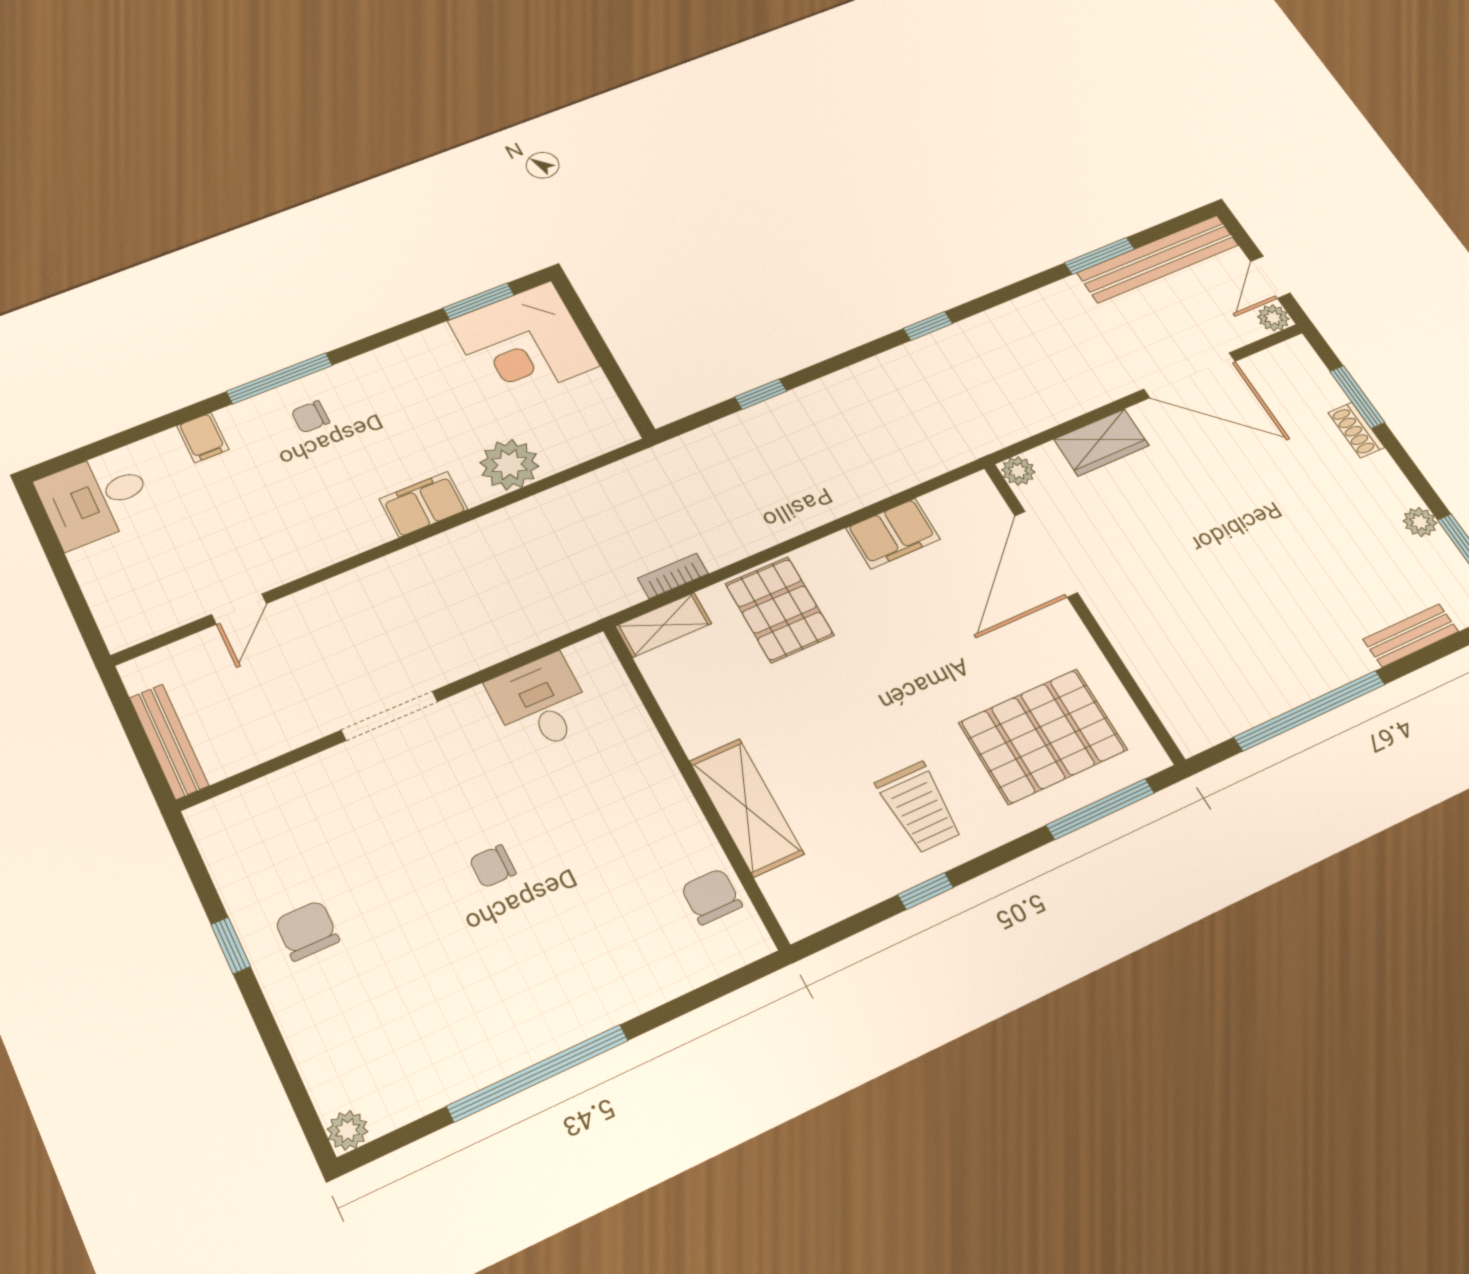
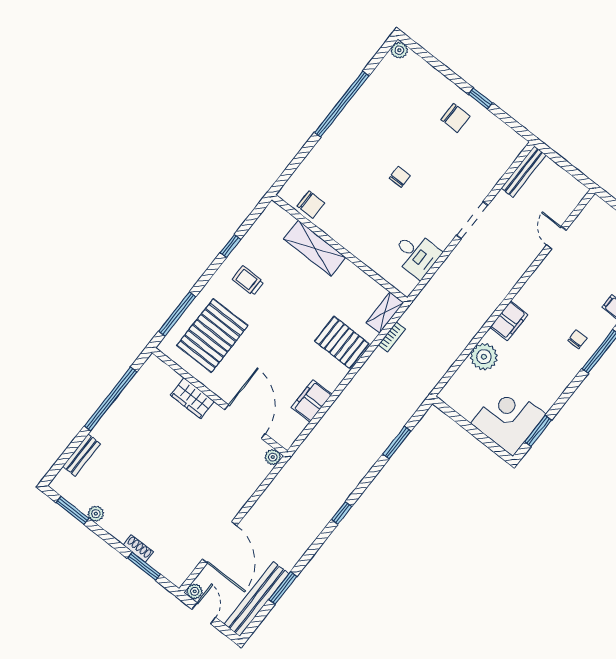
door: (1190, 375) -> (220, 542), swing flipped
window: (761, 394) -> (397, 443), width x1.50
wardrobe: (1101, 442) -> (192, 398), moved, turned -90
bench: (169, 741) -> (524, 172), moved, turned 90
trolley: (919, 807) -> (248, 281), width x0.73, depth x0.72

